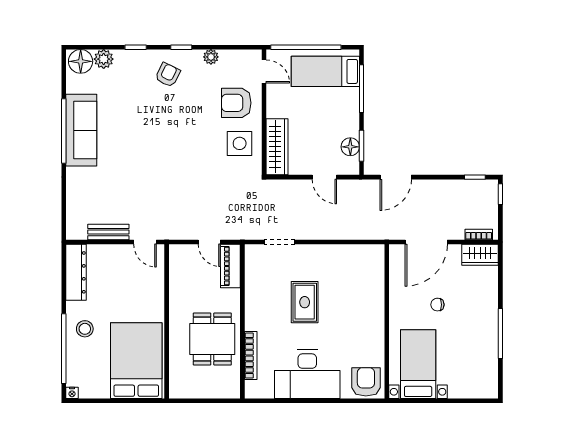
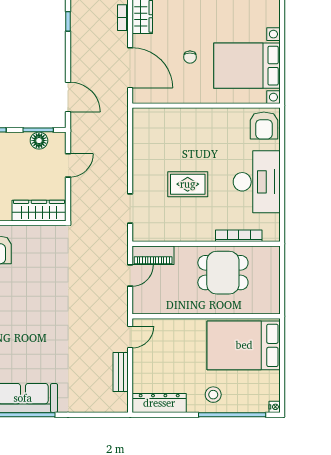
side table: (240, 143) -> (36, 246), removed
bed with nightstands: (418, 364) -> (247, 66), width x1.36
armchair: (366, 382) -> (264, 126), turned -90

